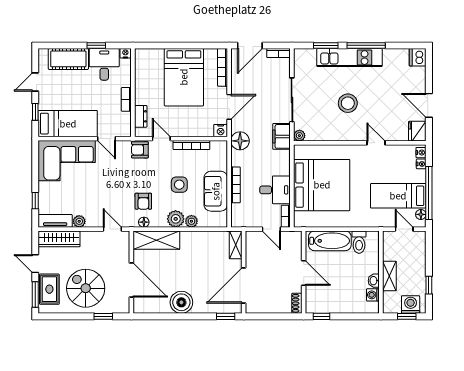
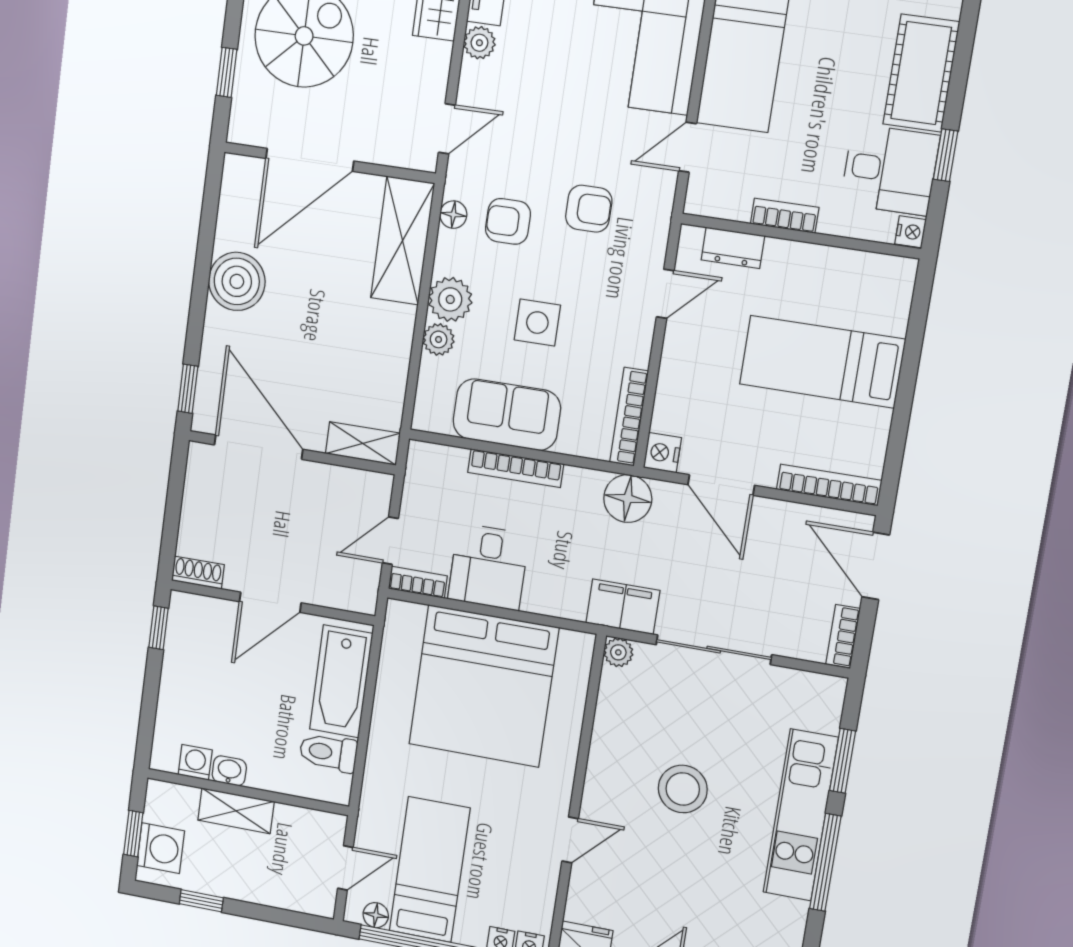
bed: (184, 77) -> (822, 362), width x0.67
bookcase: (191, 145) -> (629, 417), moved
armchair: (140, 150) -> (589, 209), moved, turned 90

